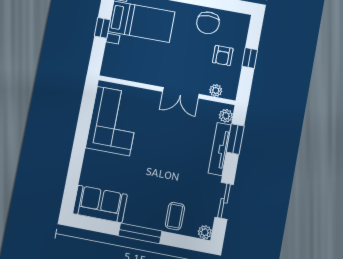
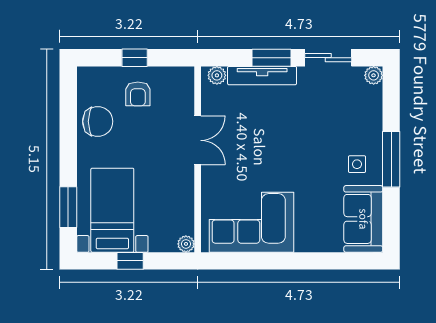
armchair: (223, 56) -> (138, 94), turned 90
plant: (216, 90) -> (186, 244), moved
window: (235, 139) -> (271, 58), moved
side table: (141, 207) -> (357, 164), added
coffee table: (175, 216) -> (360, 118), removed

